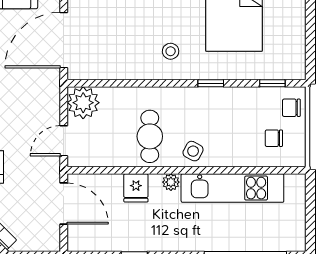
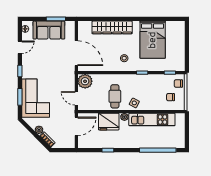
door: (64, 40) -> (76, 53), swing flipped
door: (64, 141) -> (76, 98), hinge flipped
fridge: (136, 188) -> (109, 122), width x1.88, depth x1.34
door: (64, 204) -> (76, 126), hinge flipped

